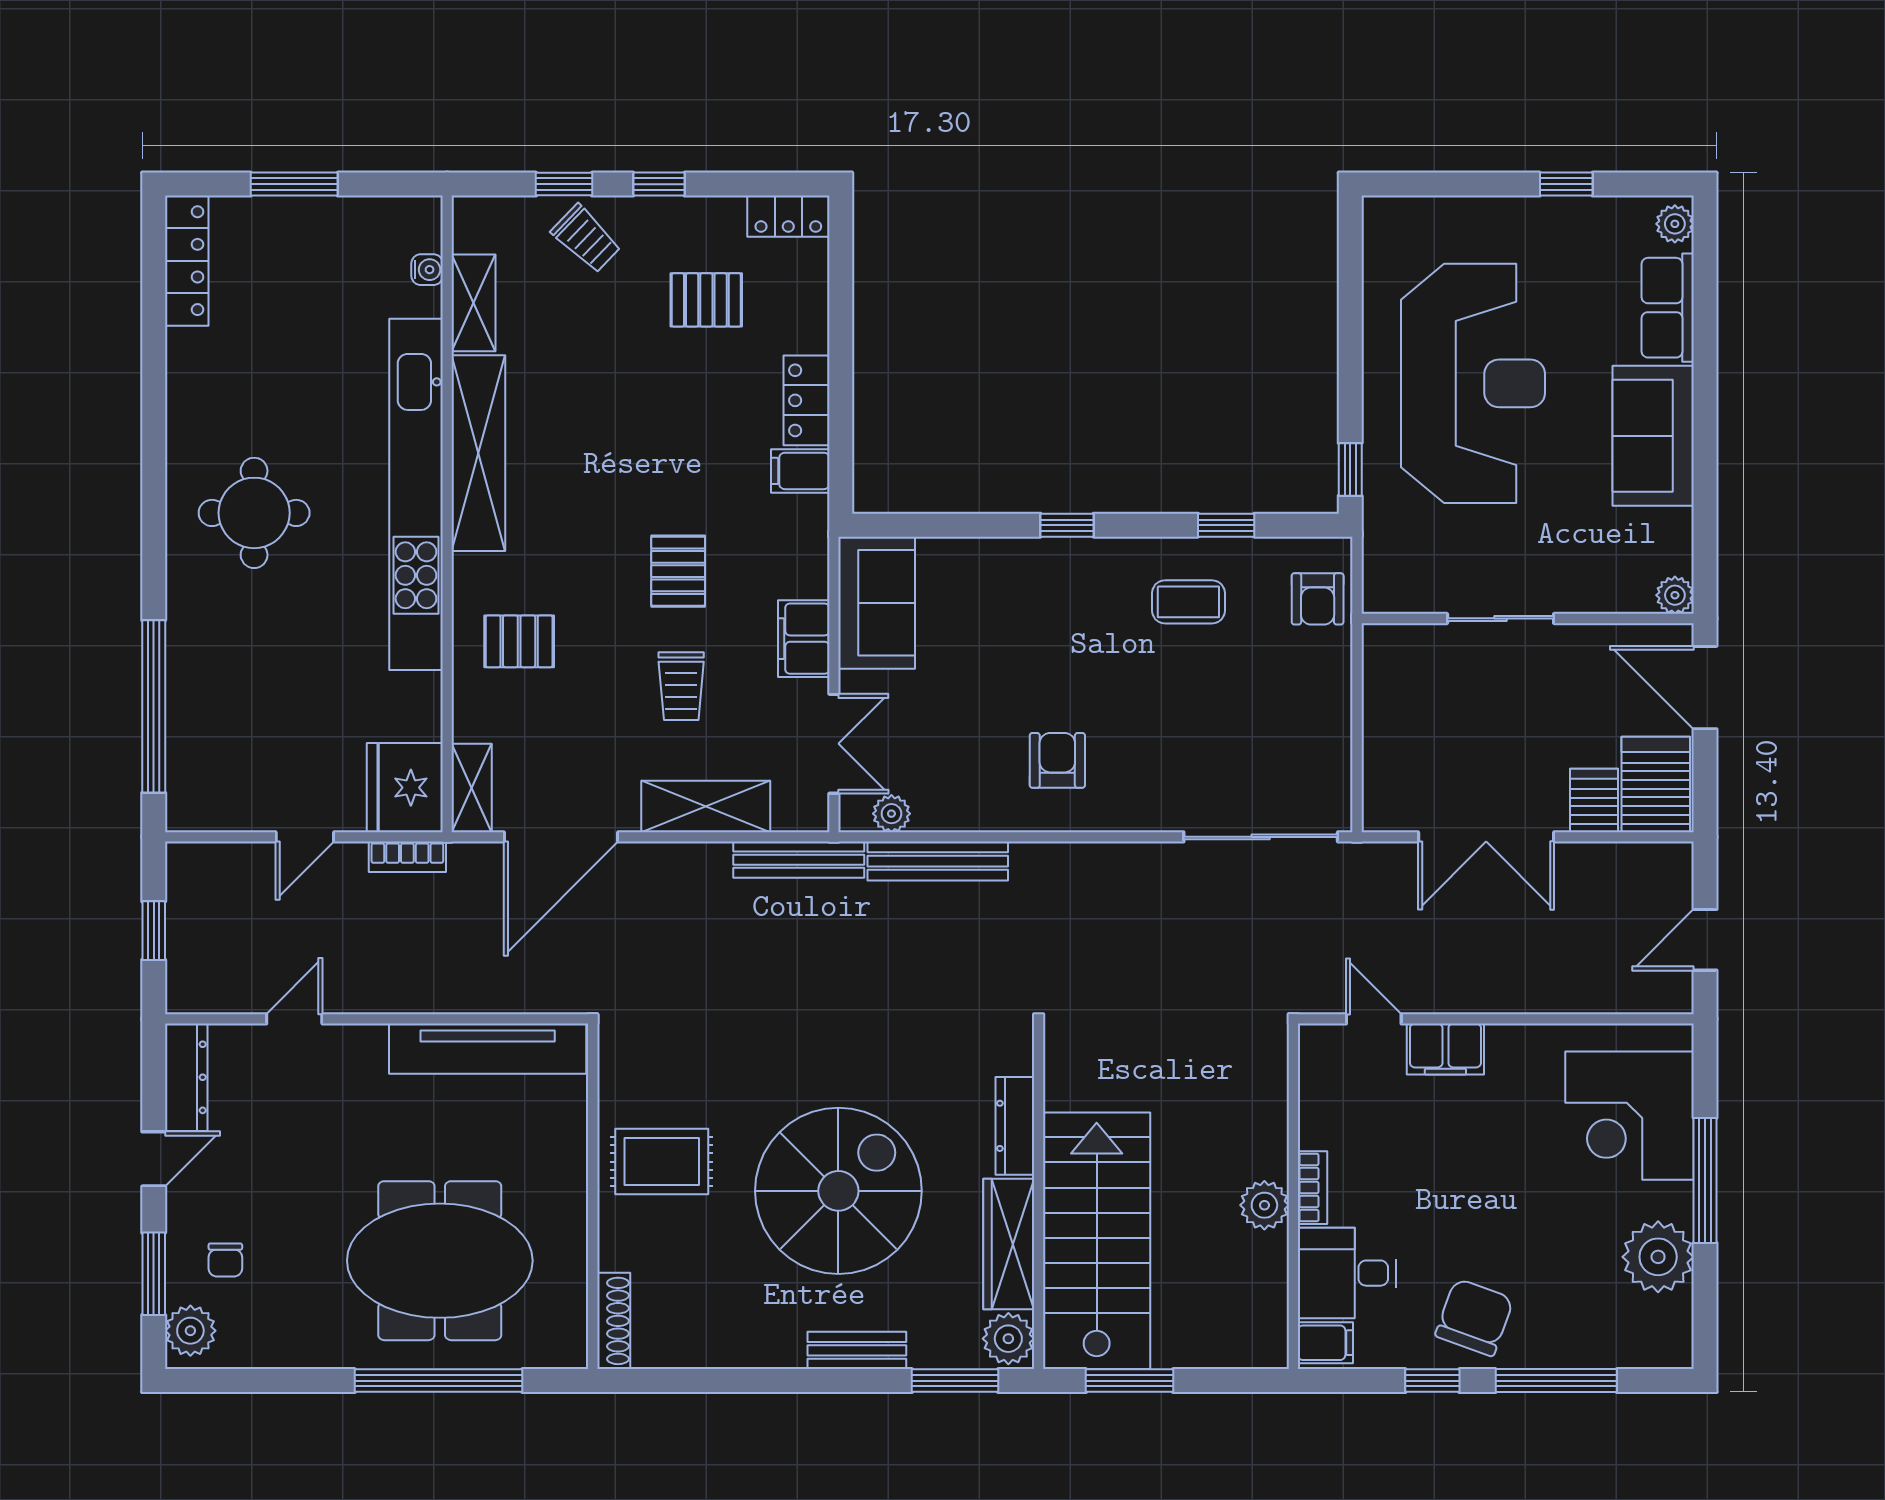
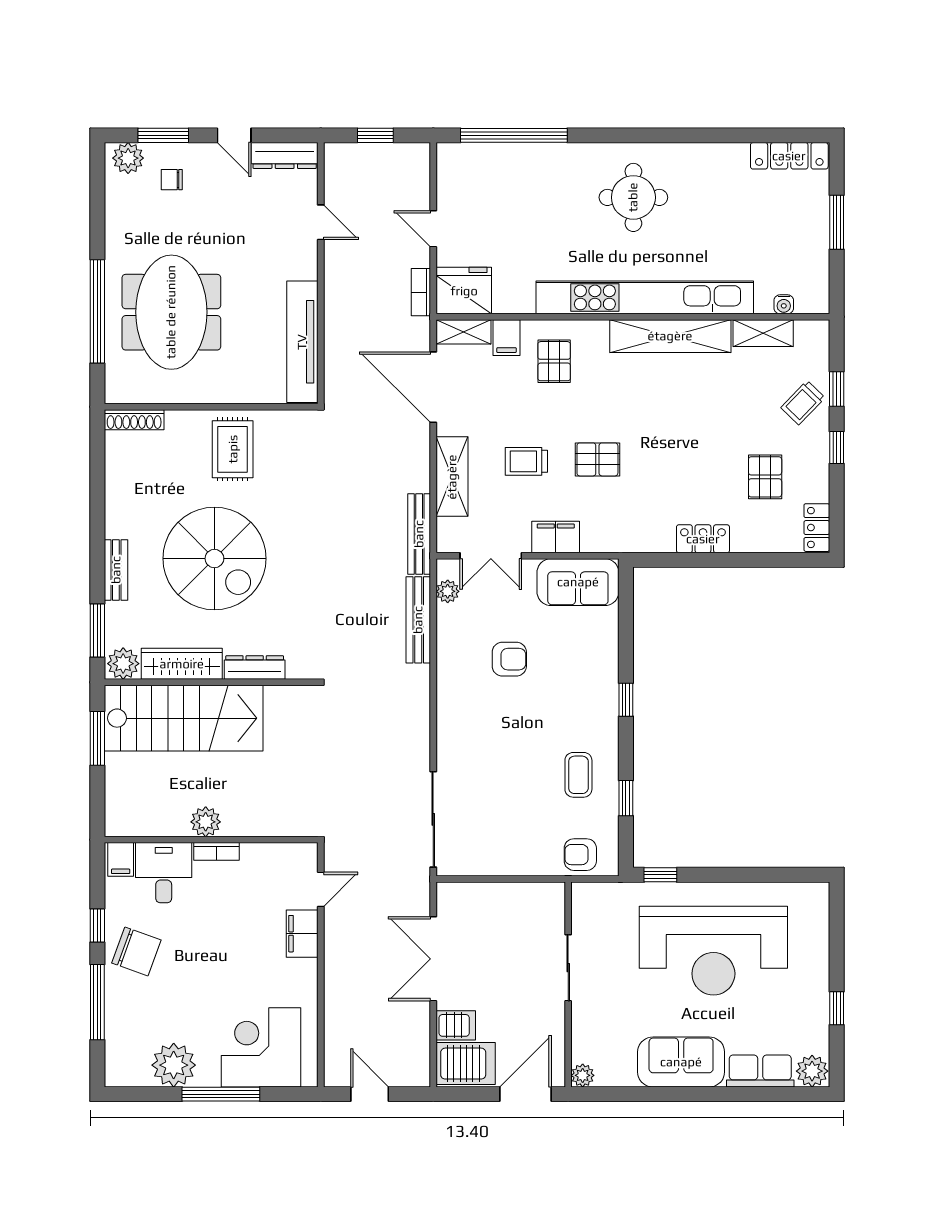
plant: (1675, 224) -> (812, 1071), width x1.38, depth x1.38
filing cabinet: (800, 471) -> (507, 338), moved, turned 180
armchair: (1057, 760) -> (509, 659), moved

